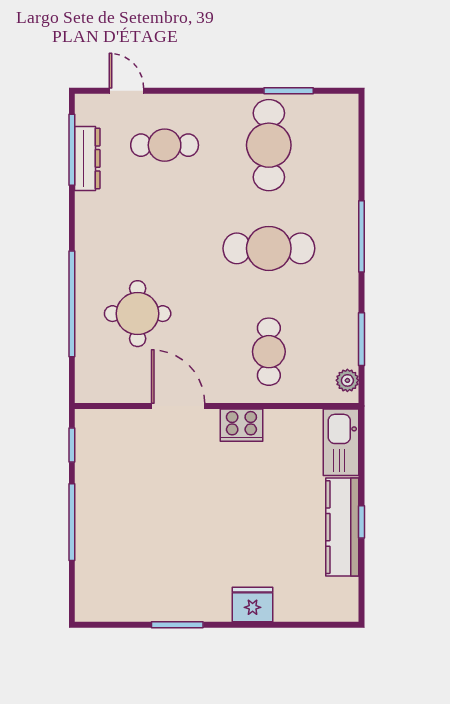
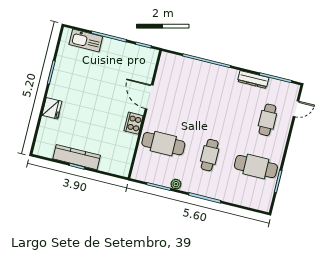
dresser: (87, 158) -> (253, 80), moved
cafe table: (269, 248) -> (210, 155), width x0.73, depth x0.74
round table: (138, 314) -> (195, 89), removed
cafe table: (269, 352) -> (163, 144), width x1.37, depth x1.35
plant: (347, 380) -> (176, 184), moved
door: (178, 406) -> (149, 97), swing flipped
kitchen sink: (341, 442) -> (86, 41), moved, turned 180

